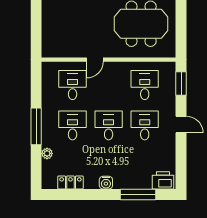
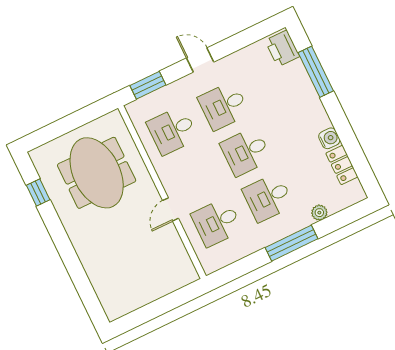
door: (95, 60) -> (170, 209), swing flipped
door: (181, 125) -> (200, 60), hinge flipped
water cooler: (106, 183) -> (329, 138), moved

